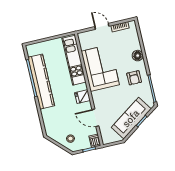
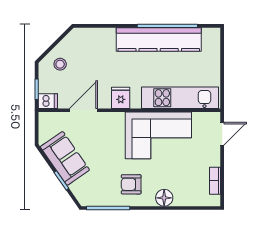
door: (102, 26) -> (222, 134), moved
sofa: (131, 118) -> (65, 158), width x0.73

